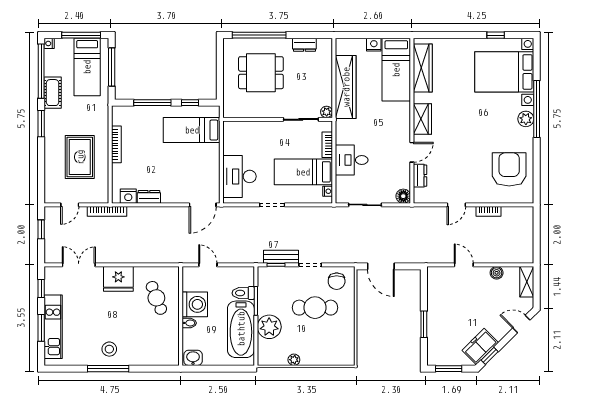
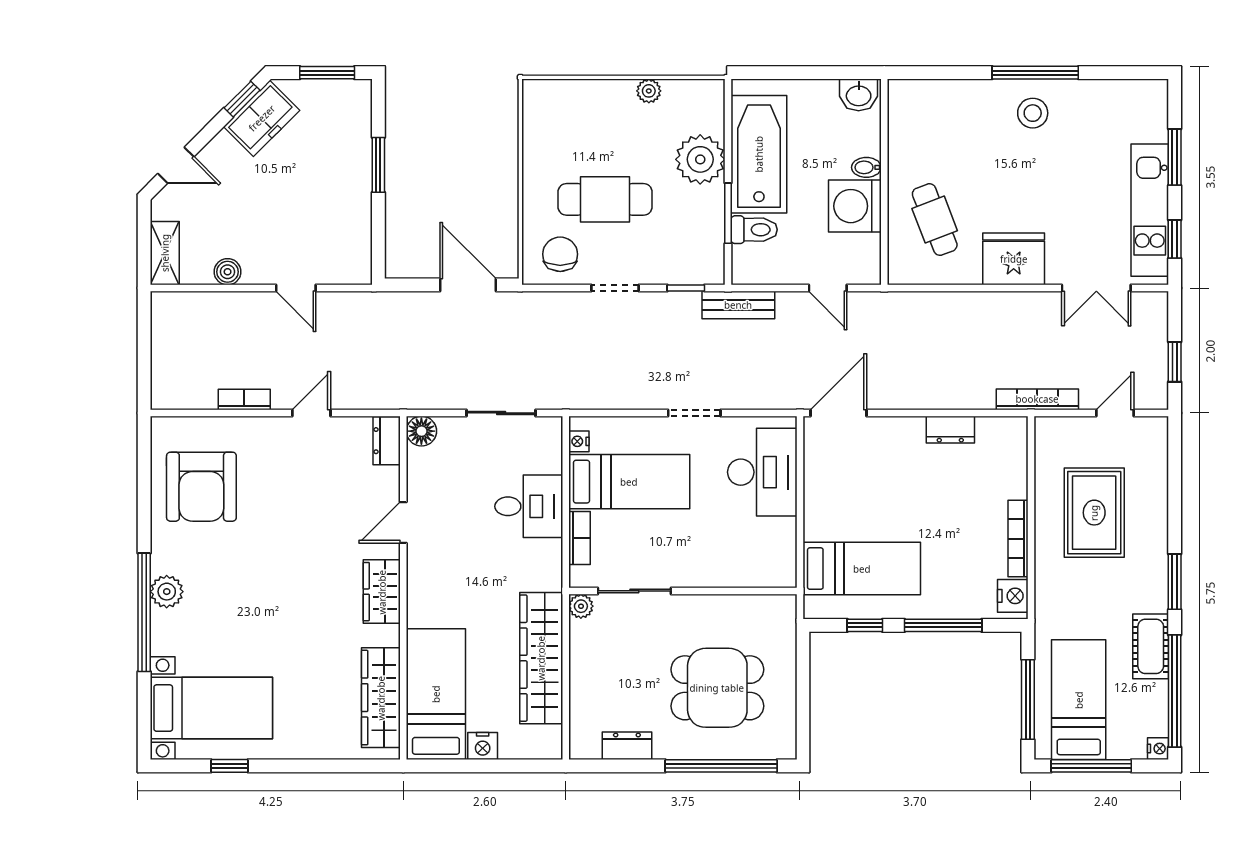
bed with nightstands: (504, 72) -> (211, 708), width x0.73
dresser: (420, 176) -> (387, 441), moved
nightstand: (128, 196) -> (1013, 596), moved, turned 90
bench: (281, 257) -> (738, 305), moved
kitchen unit: (53, 327) -> (1150, 210), moved

